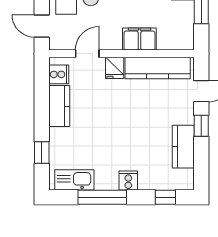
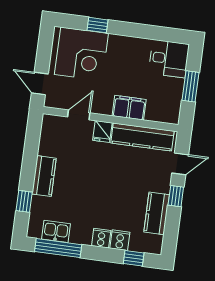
cooker: (59, 74) -> (120, 240), moved, turned -90
kitchen counter: (59, 106) -> (44, 176), moved
kitchen sink: (74, 180) -> (56, 231), width x0.73
window: (102, 197) -> (58, 248), moved

